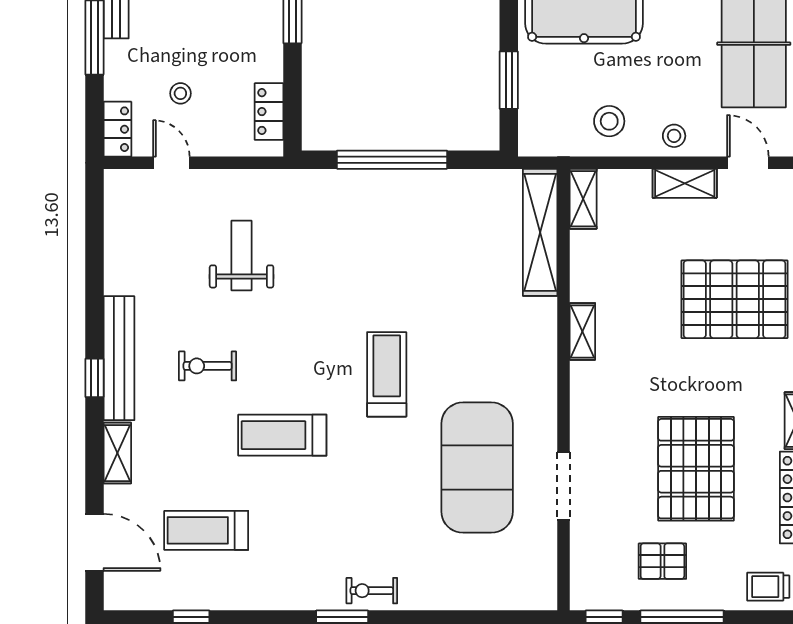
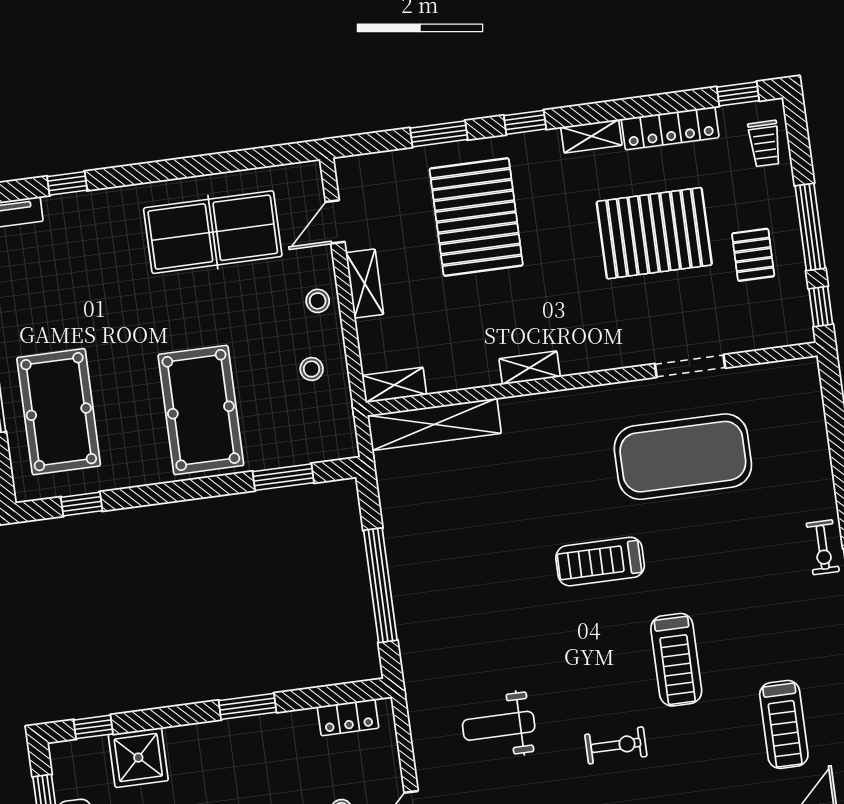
stool: (609, 121) -> (312, 369), width x0.73, depth x0.73
exercise bike: (208, 366) -> (616, 745), turned -90

